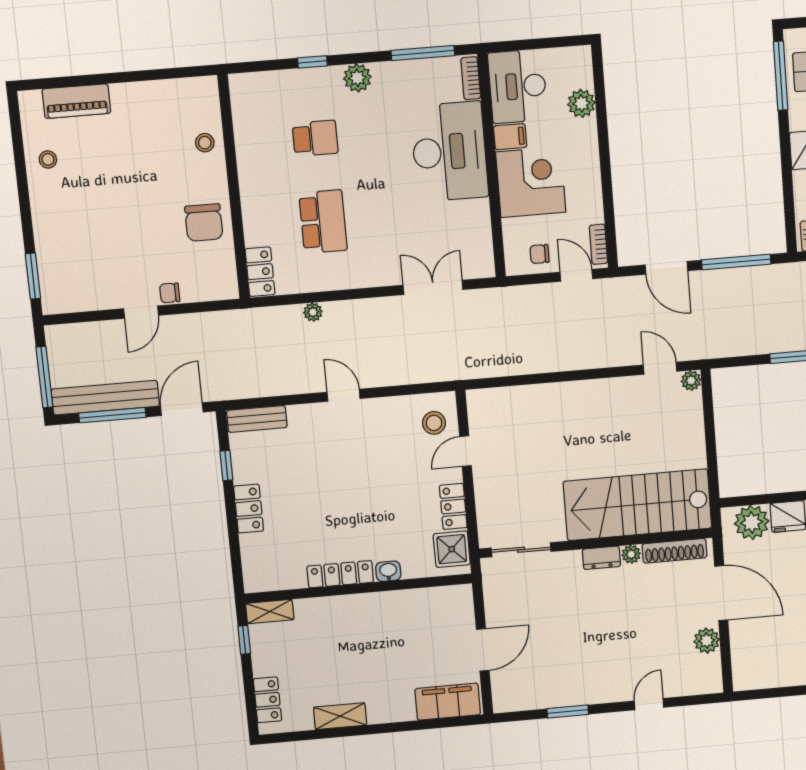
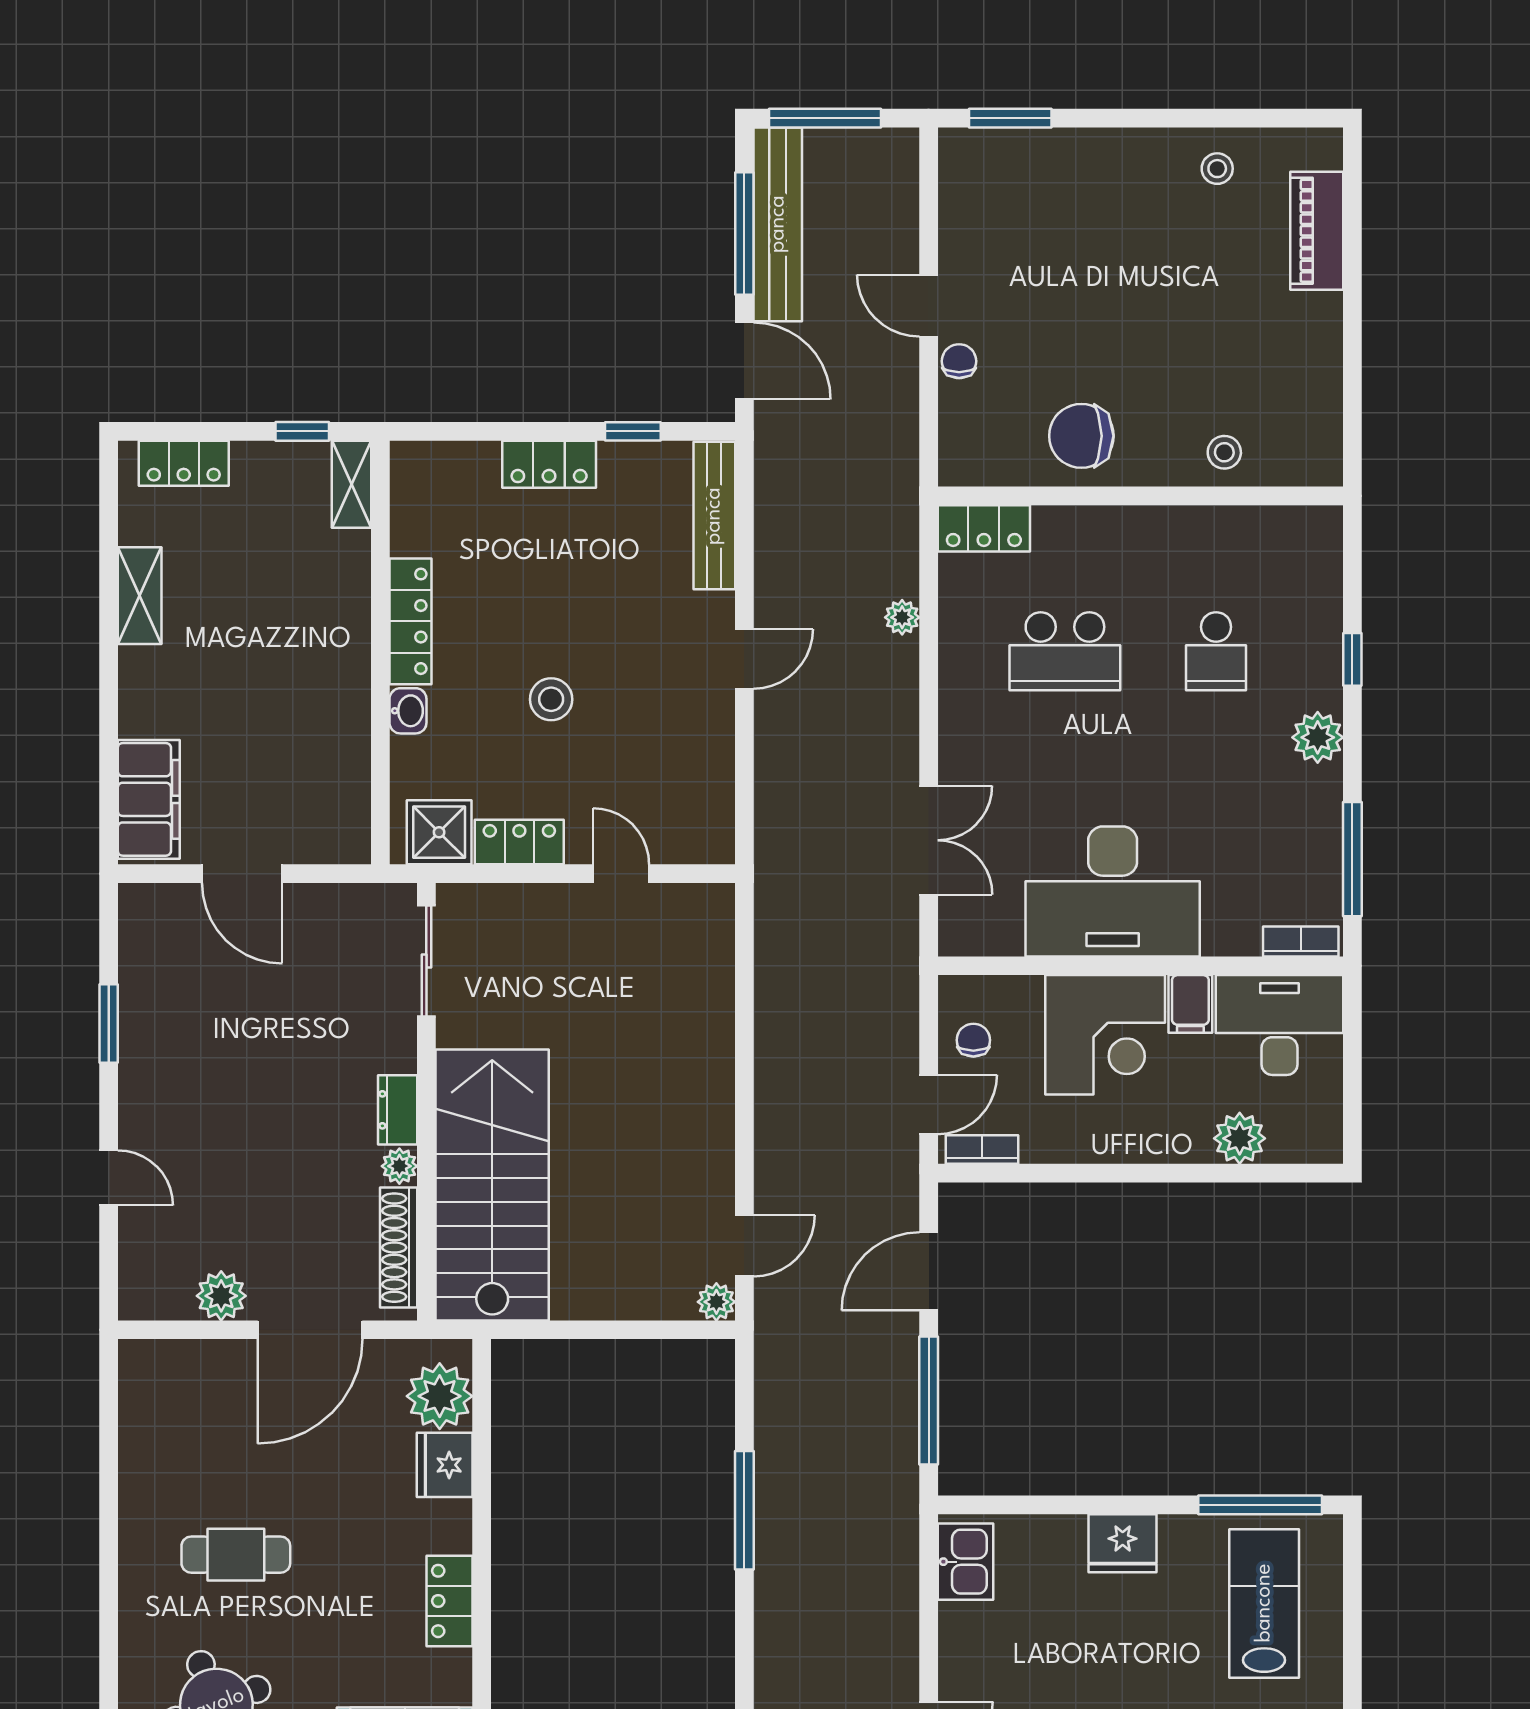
desk: (449, 152) -> (1113, 891), moved
bench: (257, 419) -> (714, 516), width x1.36
stool: (434, 423) -> (551, 699), moved

